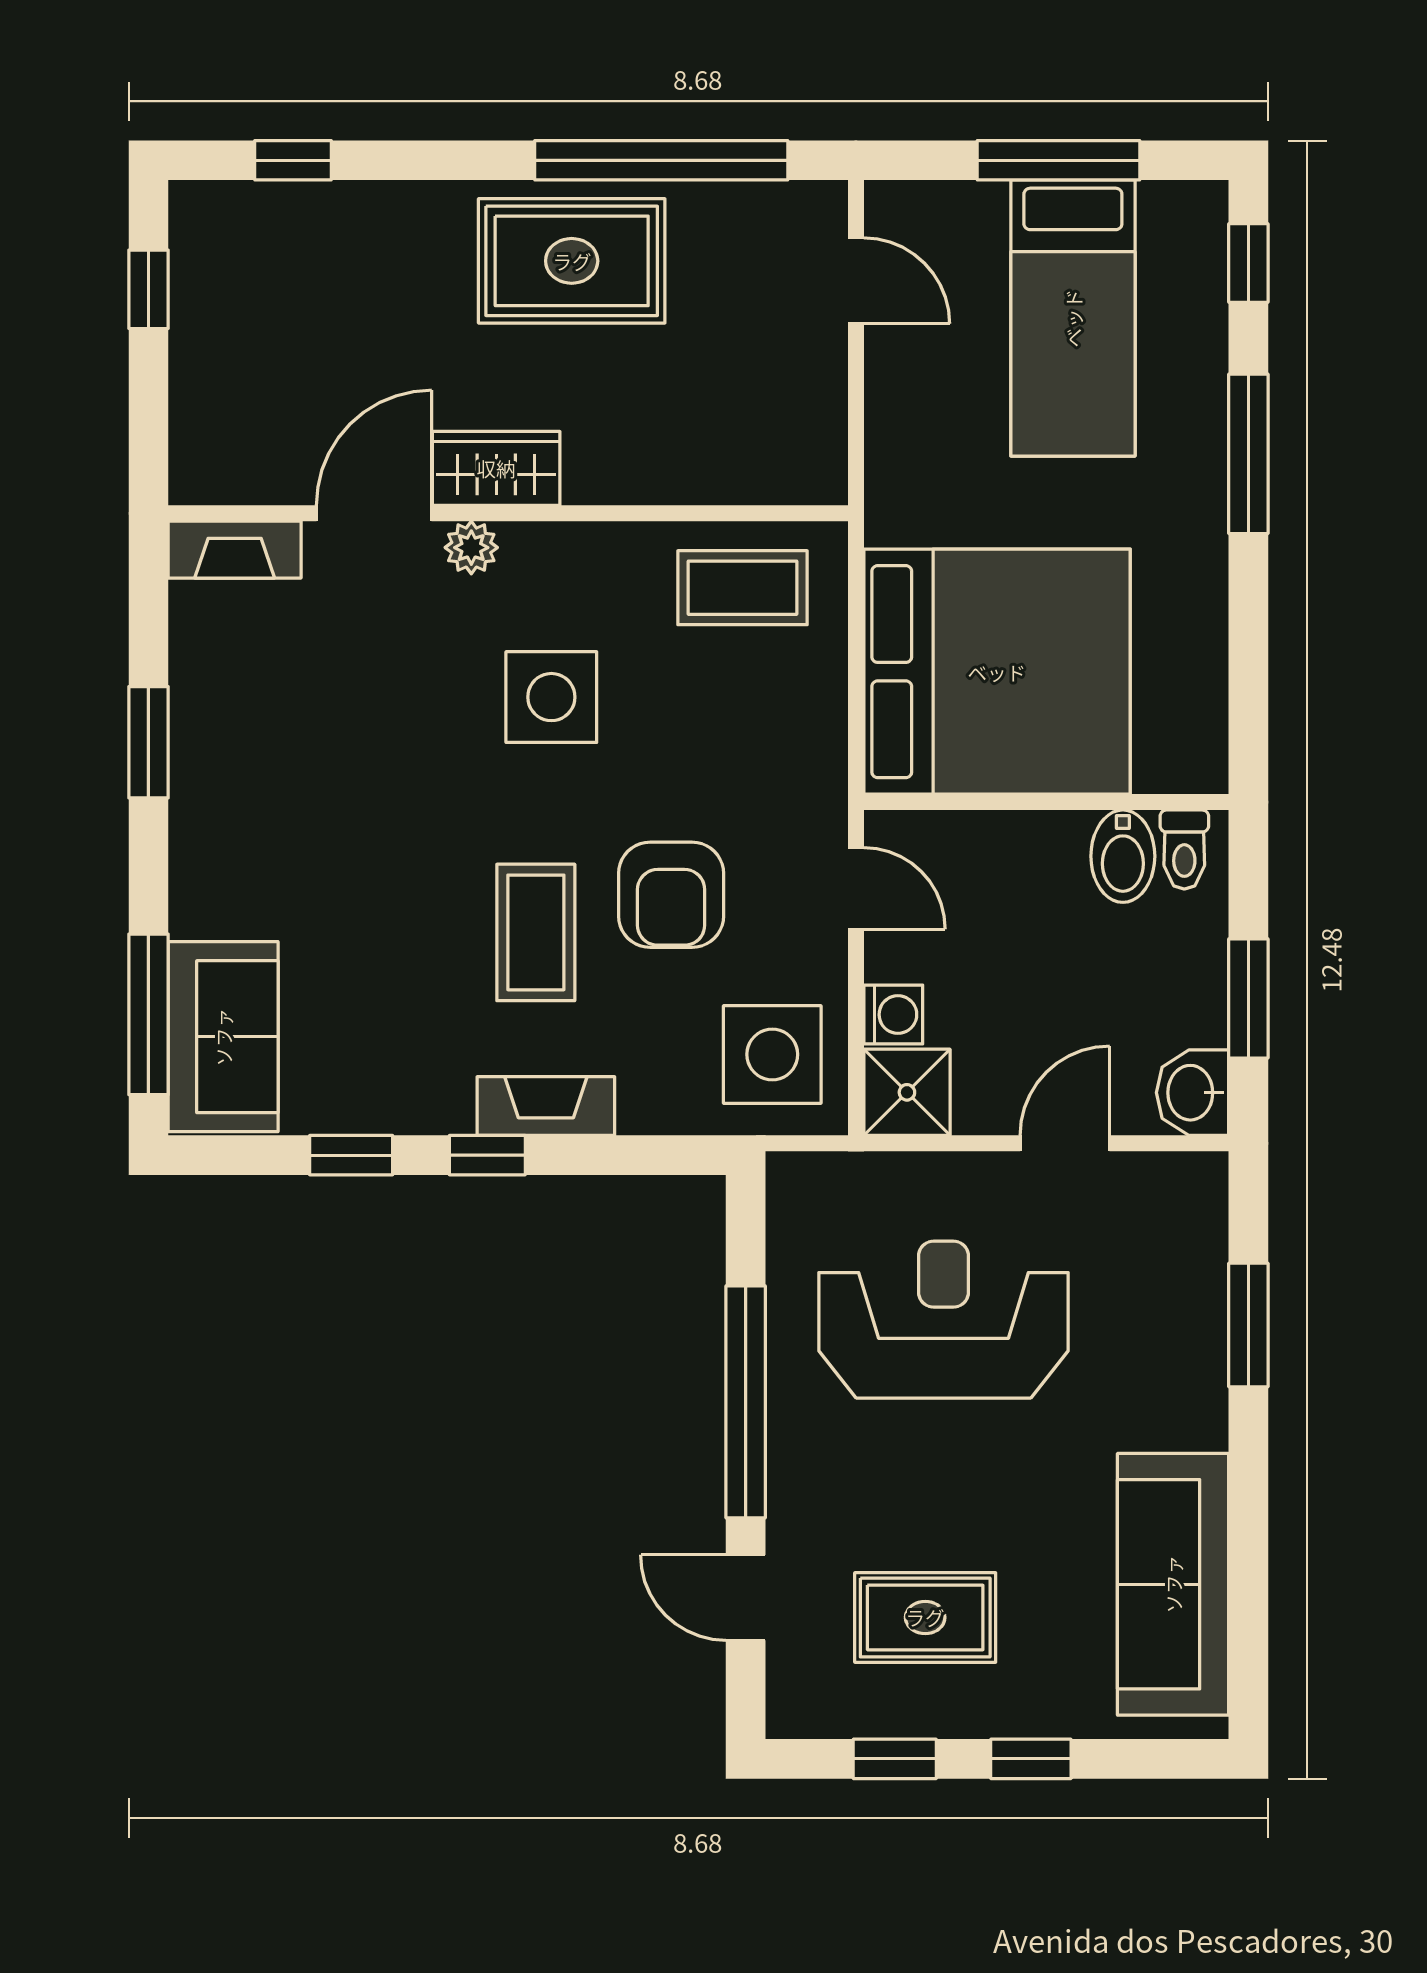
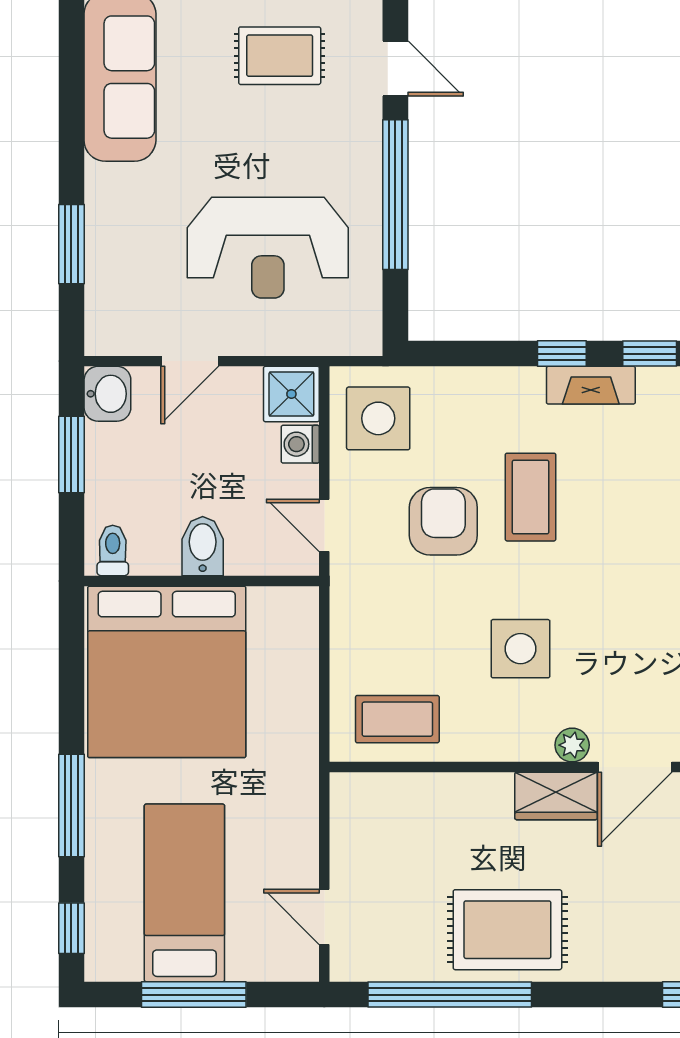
bed: (997, 672) -> (167, 672), moved, turned -90
bidet: (1123, 856) -> (203, 546), moved
fireplace: (546, 1106) -> (591, 385), moved

